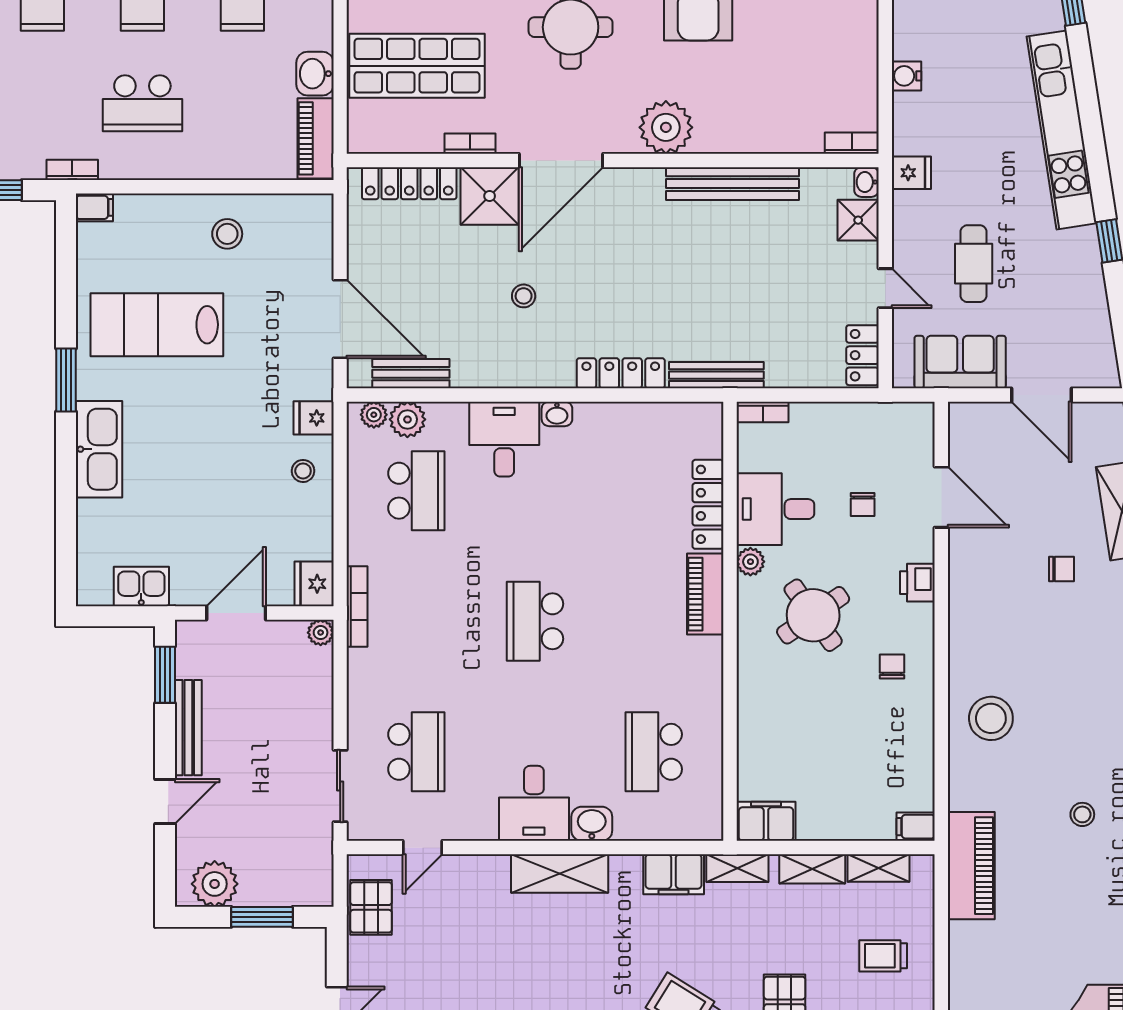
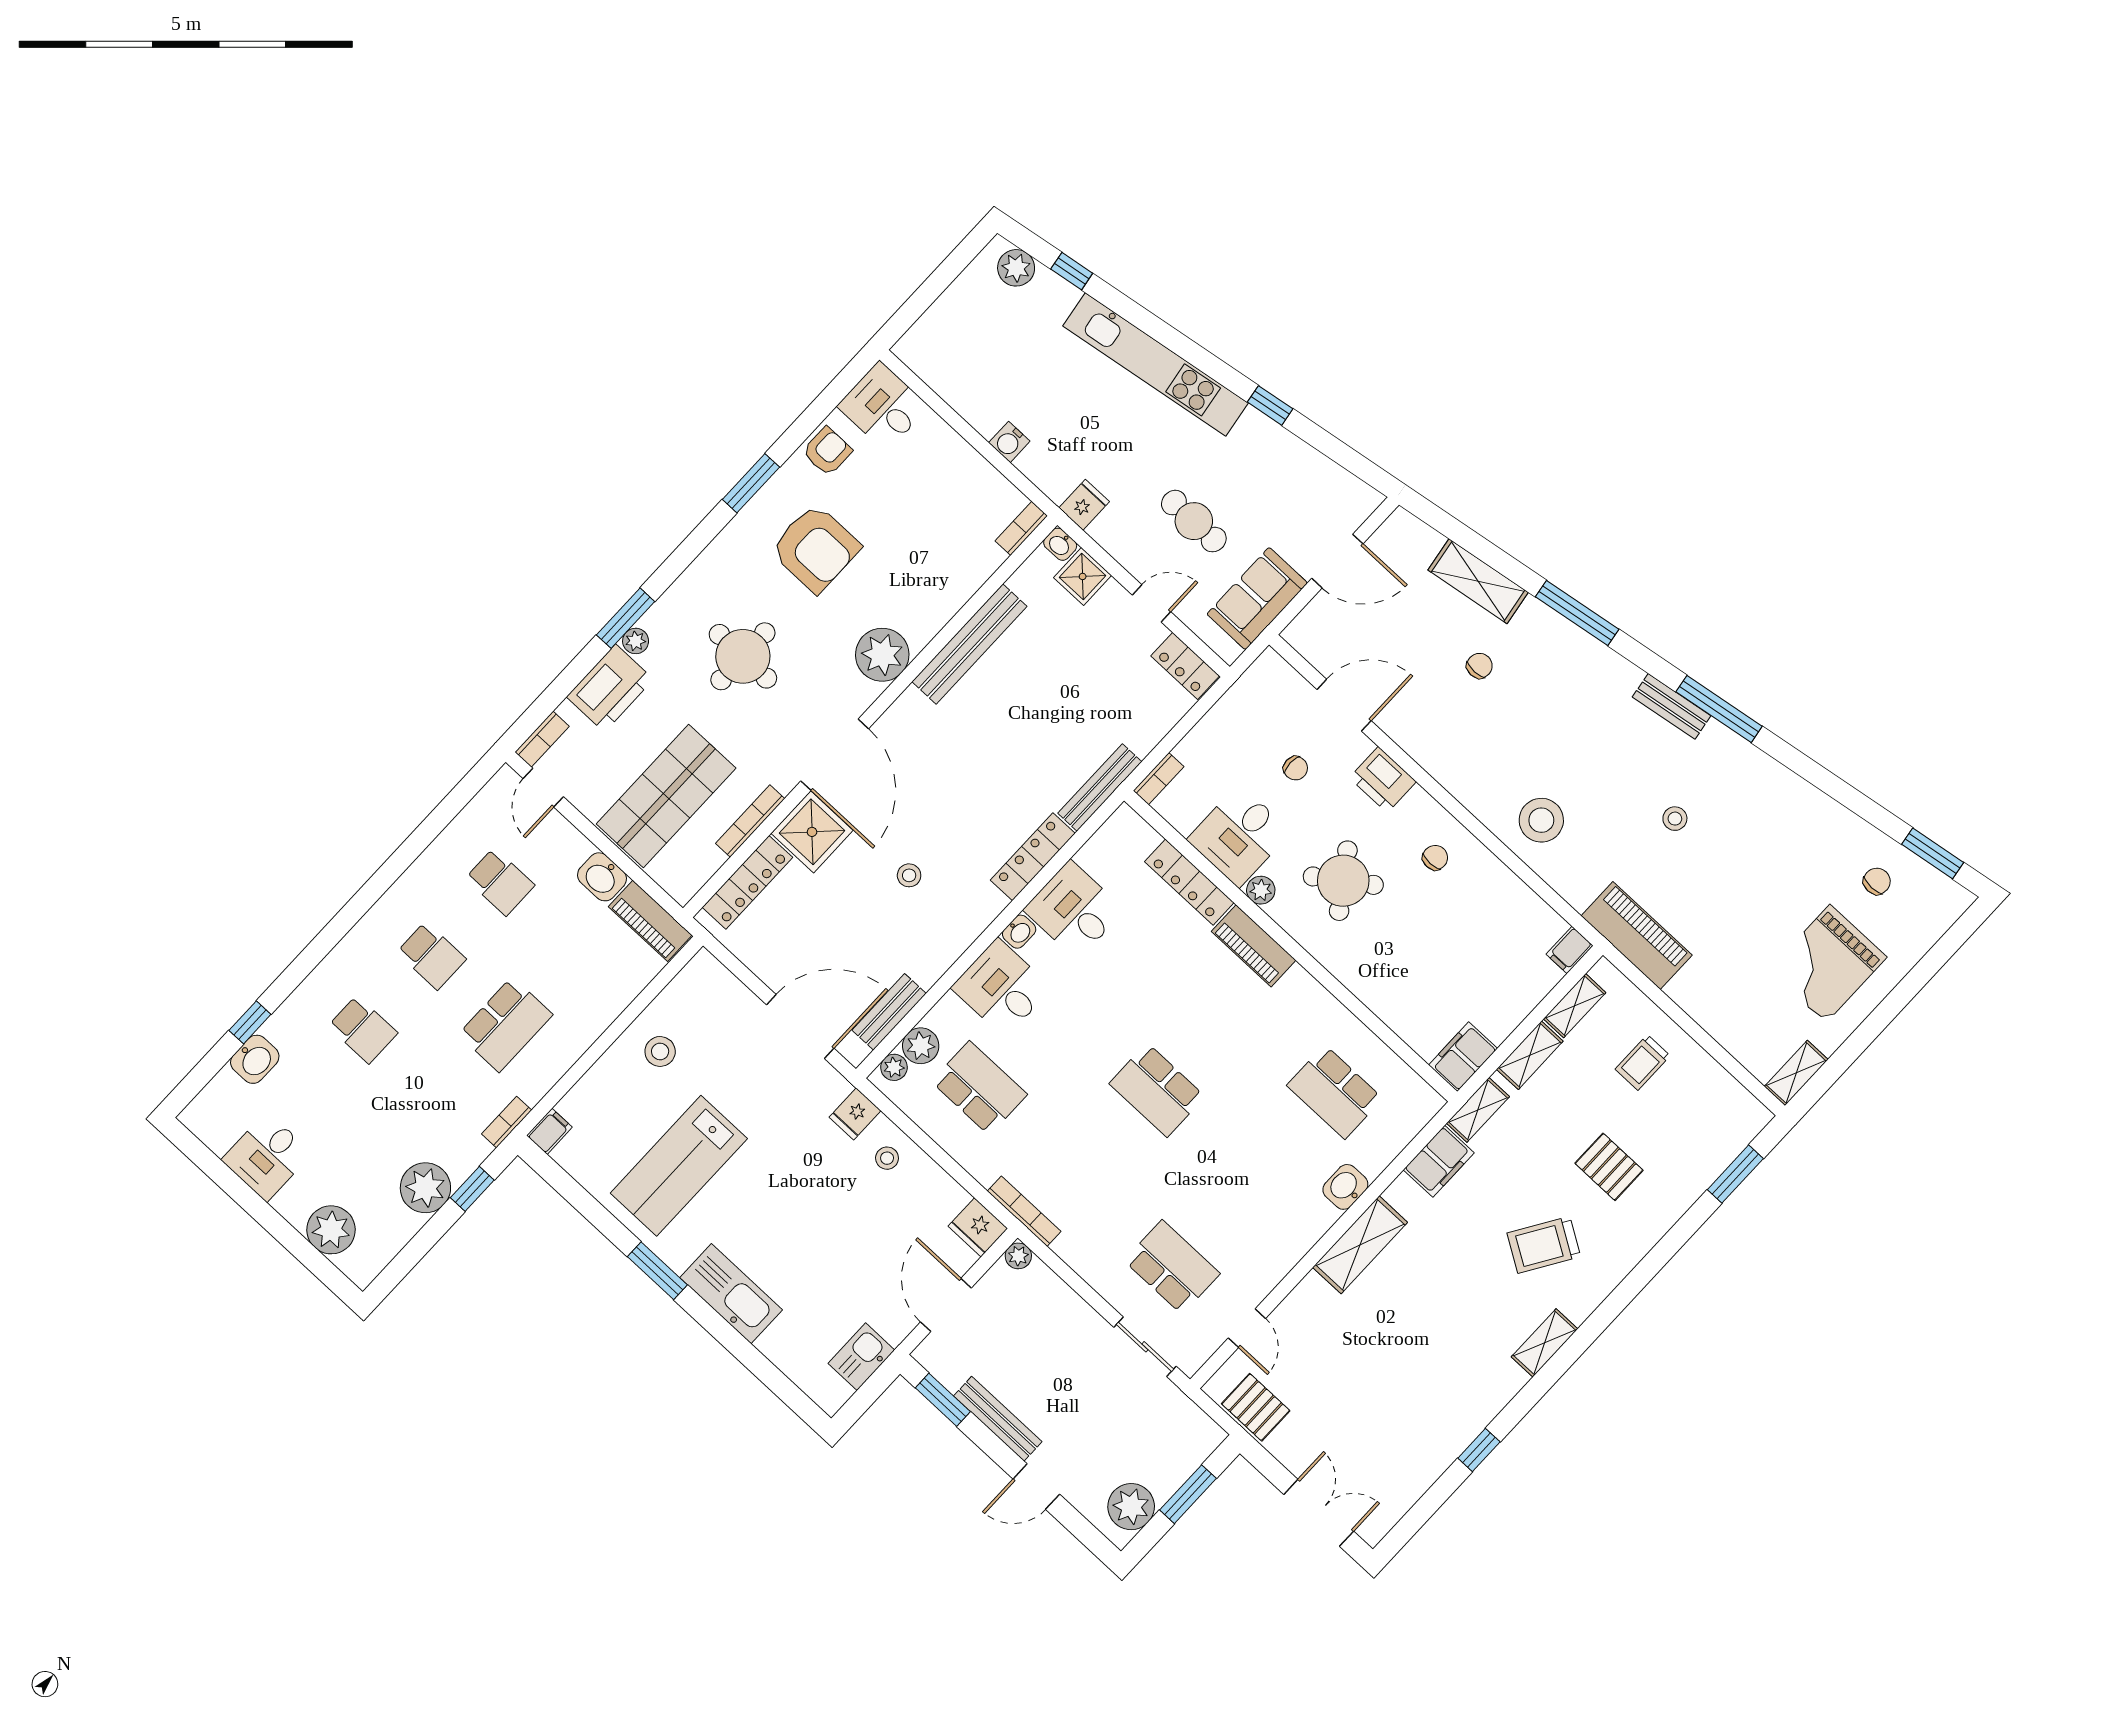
bookcase: (470, 144) -> (750, 821), width x1.56
printer: (917, 583) -> (1383, 780), width x1.36, depth x1.24
chair: (892, 666) -> (1435, 858), turned 90
door: (165, 801) -> (1036, 1487), swing flipped
desk: (534, 803) -> (1074, 910), moved, turned 180

